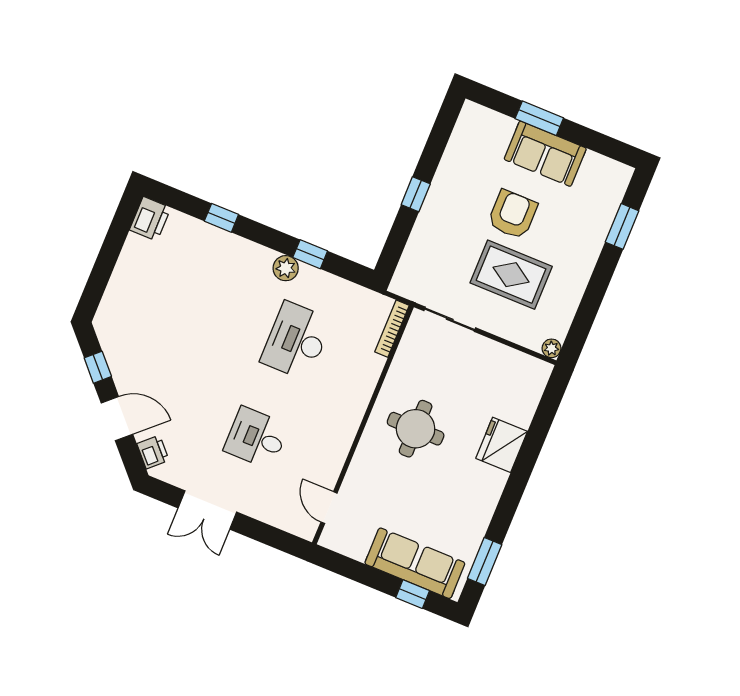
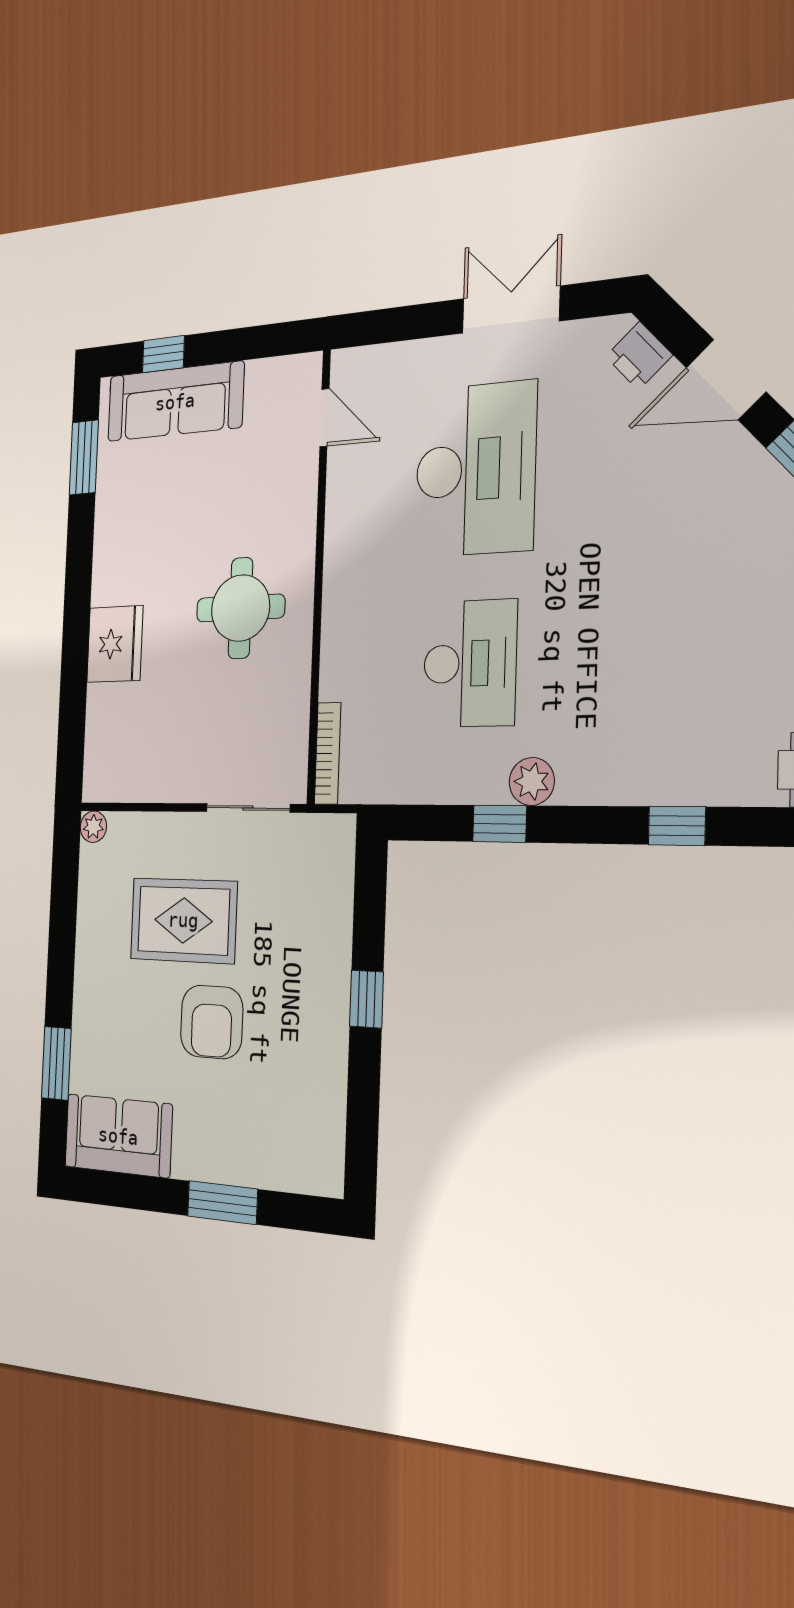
sofa: (545, 154) -> (118, 1136), moved
desk: (256, 438) -> (476, 469), width x1.87, depth x1.30

